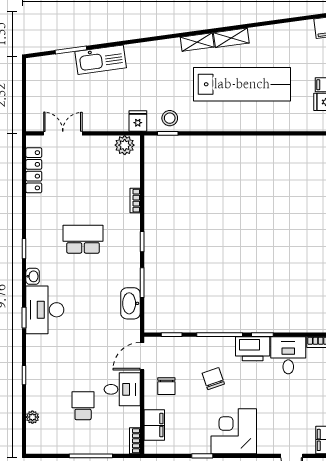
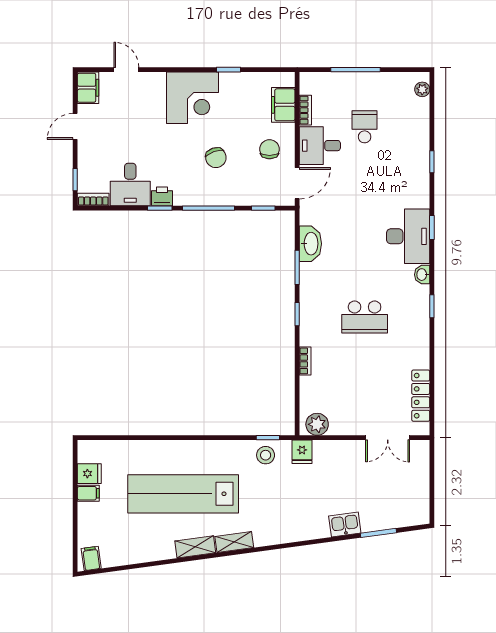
kitchen sink: (101, 60) -> (345, 524), width x0.53, depth x0.81
printer: (253, 349) -> (162, 196), width x0.53, depth x0.68
school desk: (83, 406) -> (365, 127), turned 180
plant: (32, 417) -> (422, 89), moved
bookcase: (135, 441) -> (305, 110), moved

